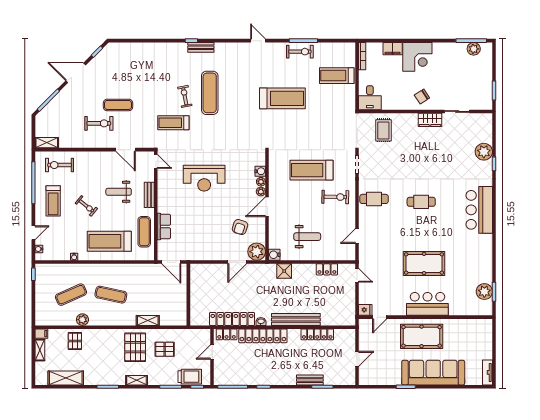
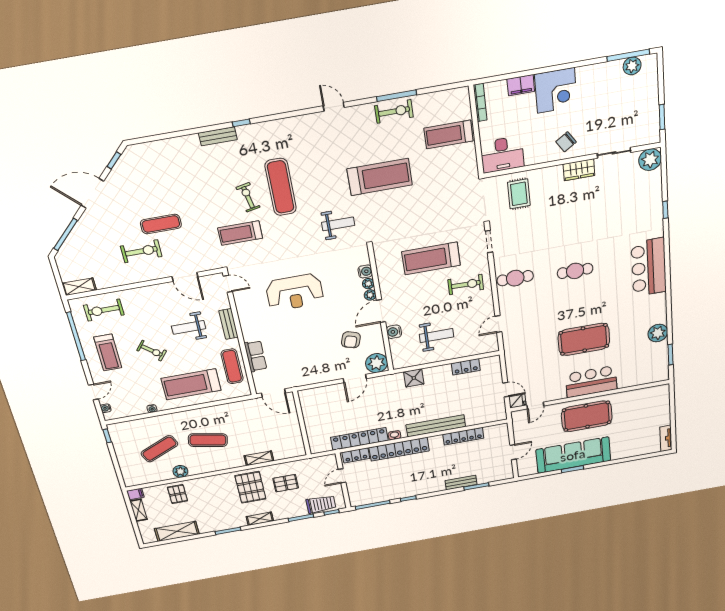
bench: (201, 47) -> (218, 136), moved
desk: (370, 98) -> (502, 155), width x1.37
weight bench: (246, 129) -> (338, 224), added
plant: (484, 152) -> (650, 160), moved
water cooler: (274, 255) -> (394, 332), moved
door: (357, 275) -> (506, 390), moved
plant: (484, 292) -> (658, 333), moved
sofa: (433, 373) -> (573, 455), moved

